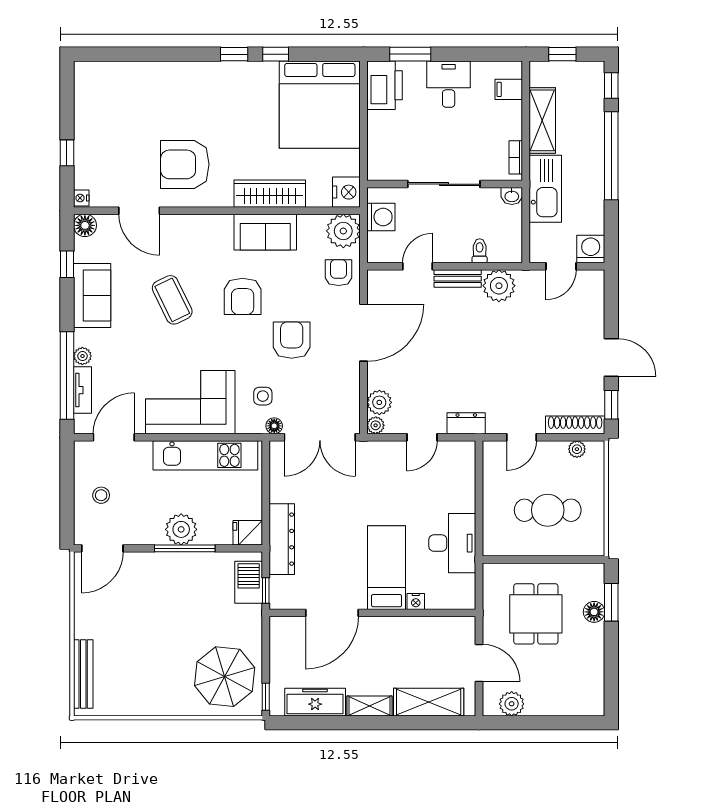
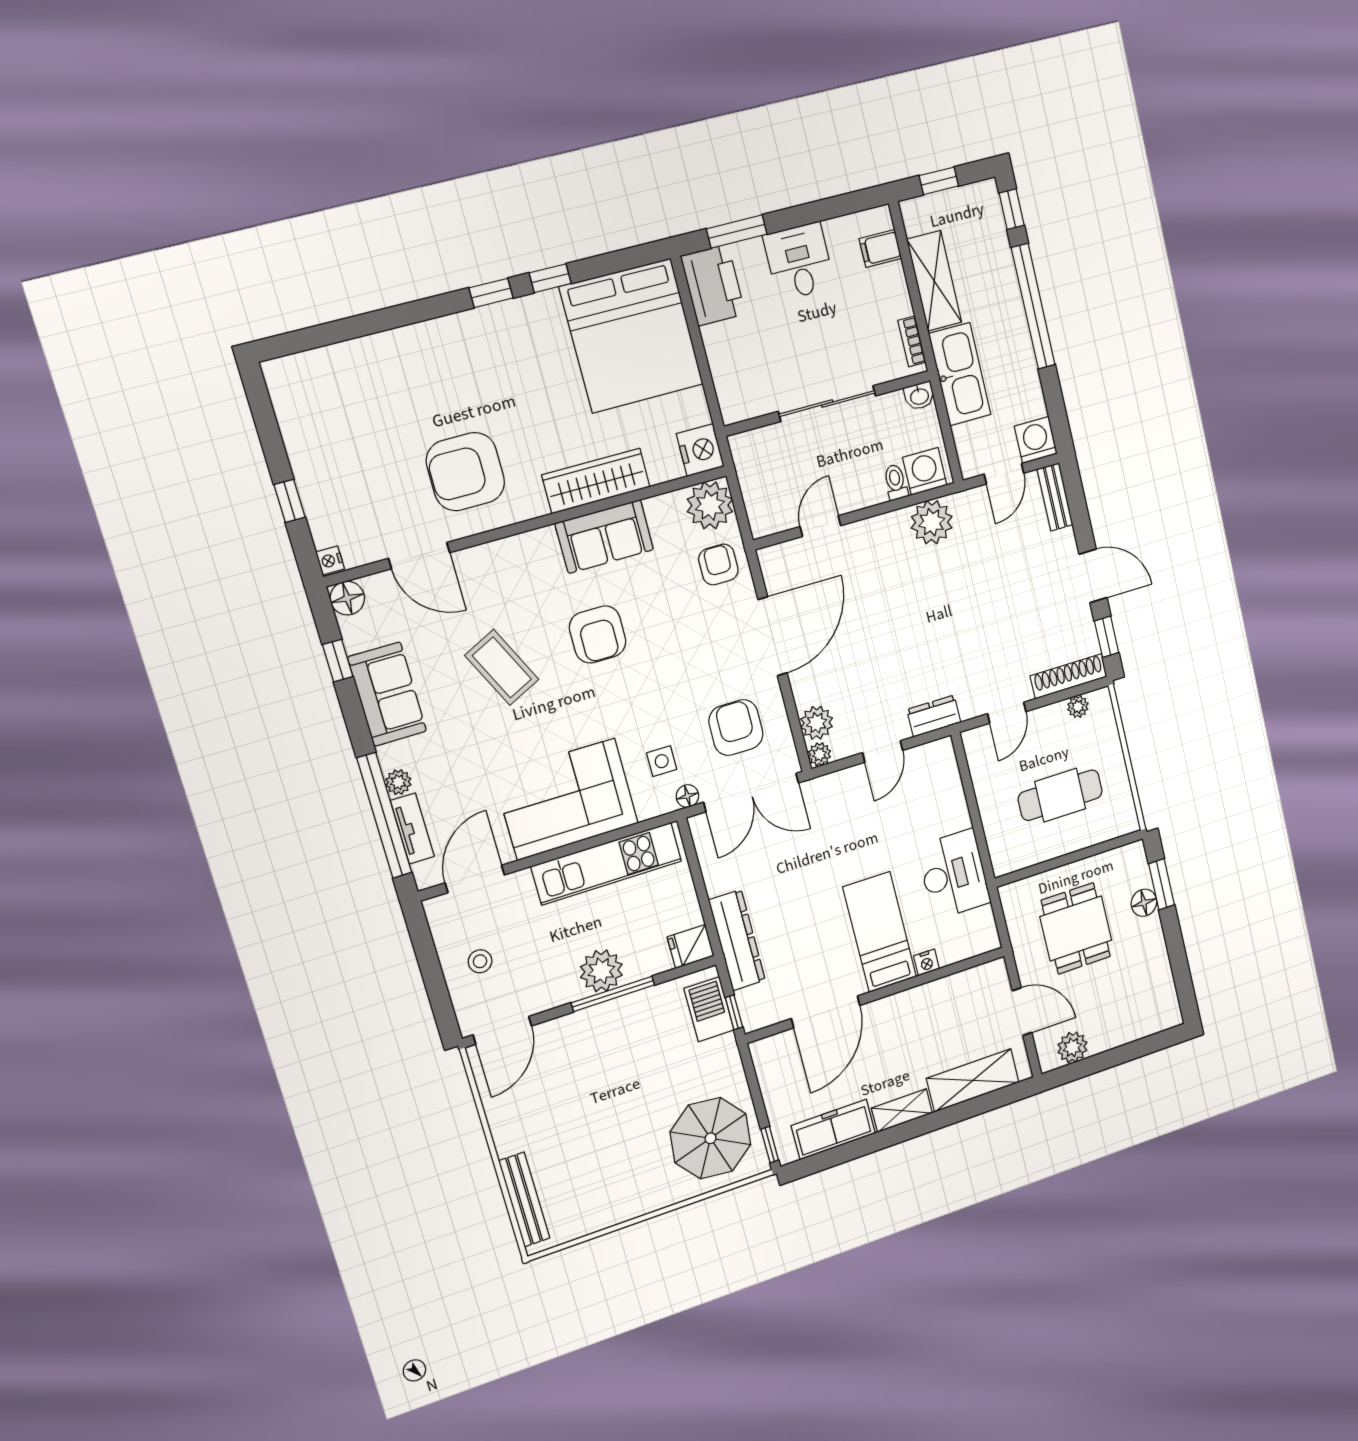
washing machine: (381, 217) -> (925, 471), moved, turned -90
bench: (458, 279) -> (1055, 497), moved, turned 90
armchair: (292, 340) -> (736, 728), moved

